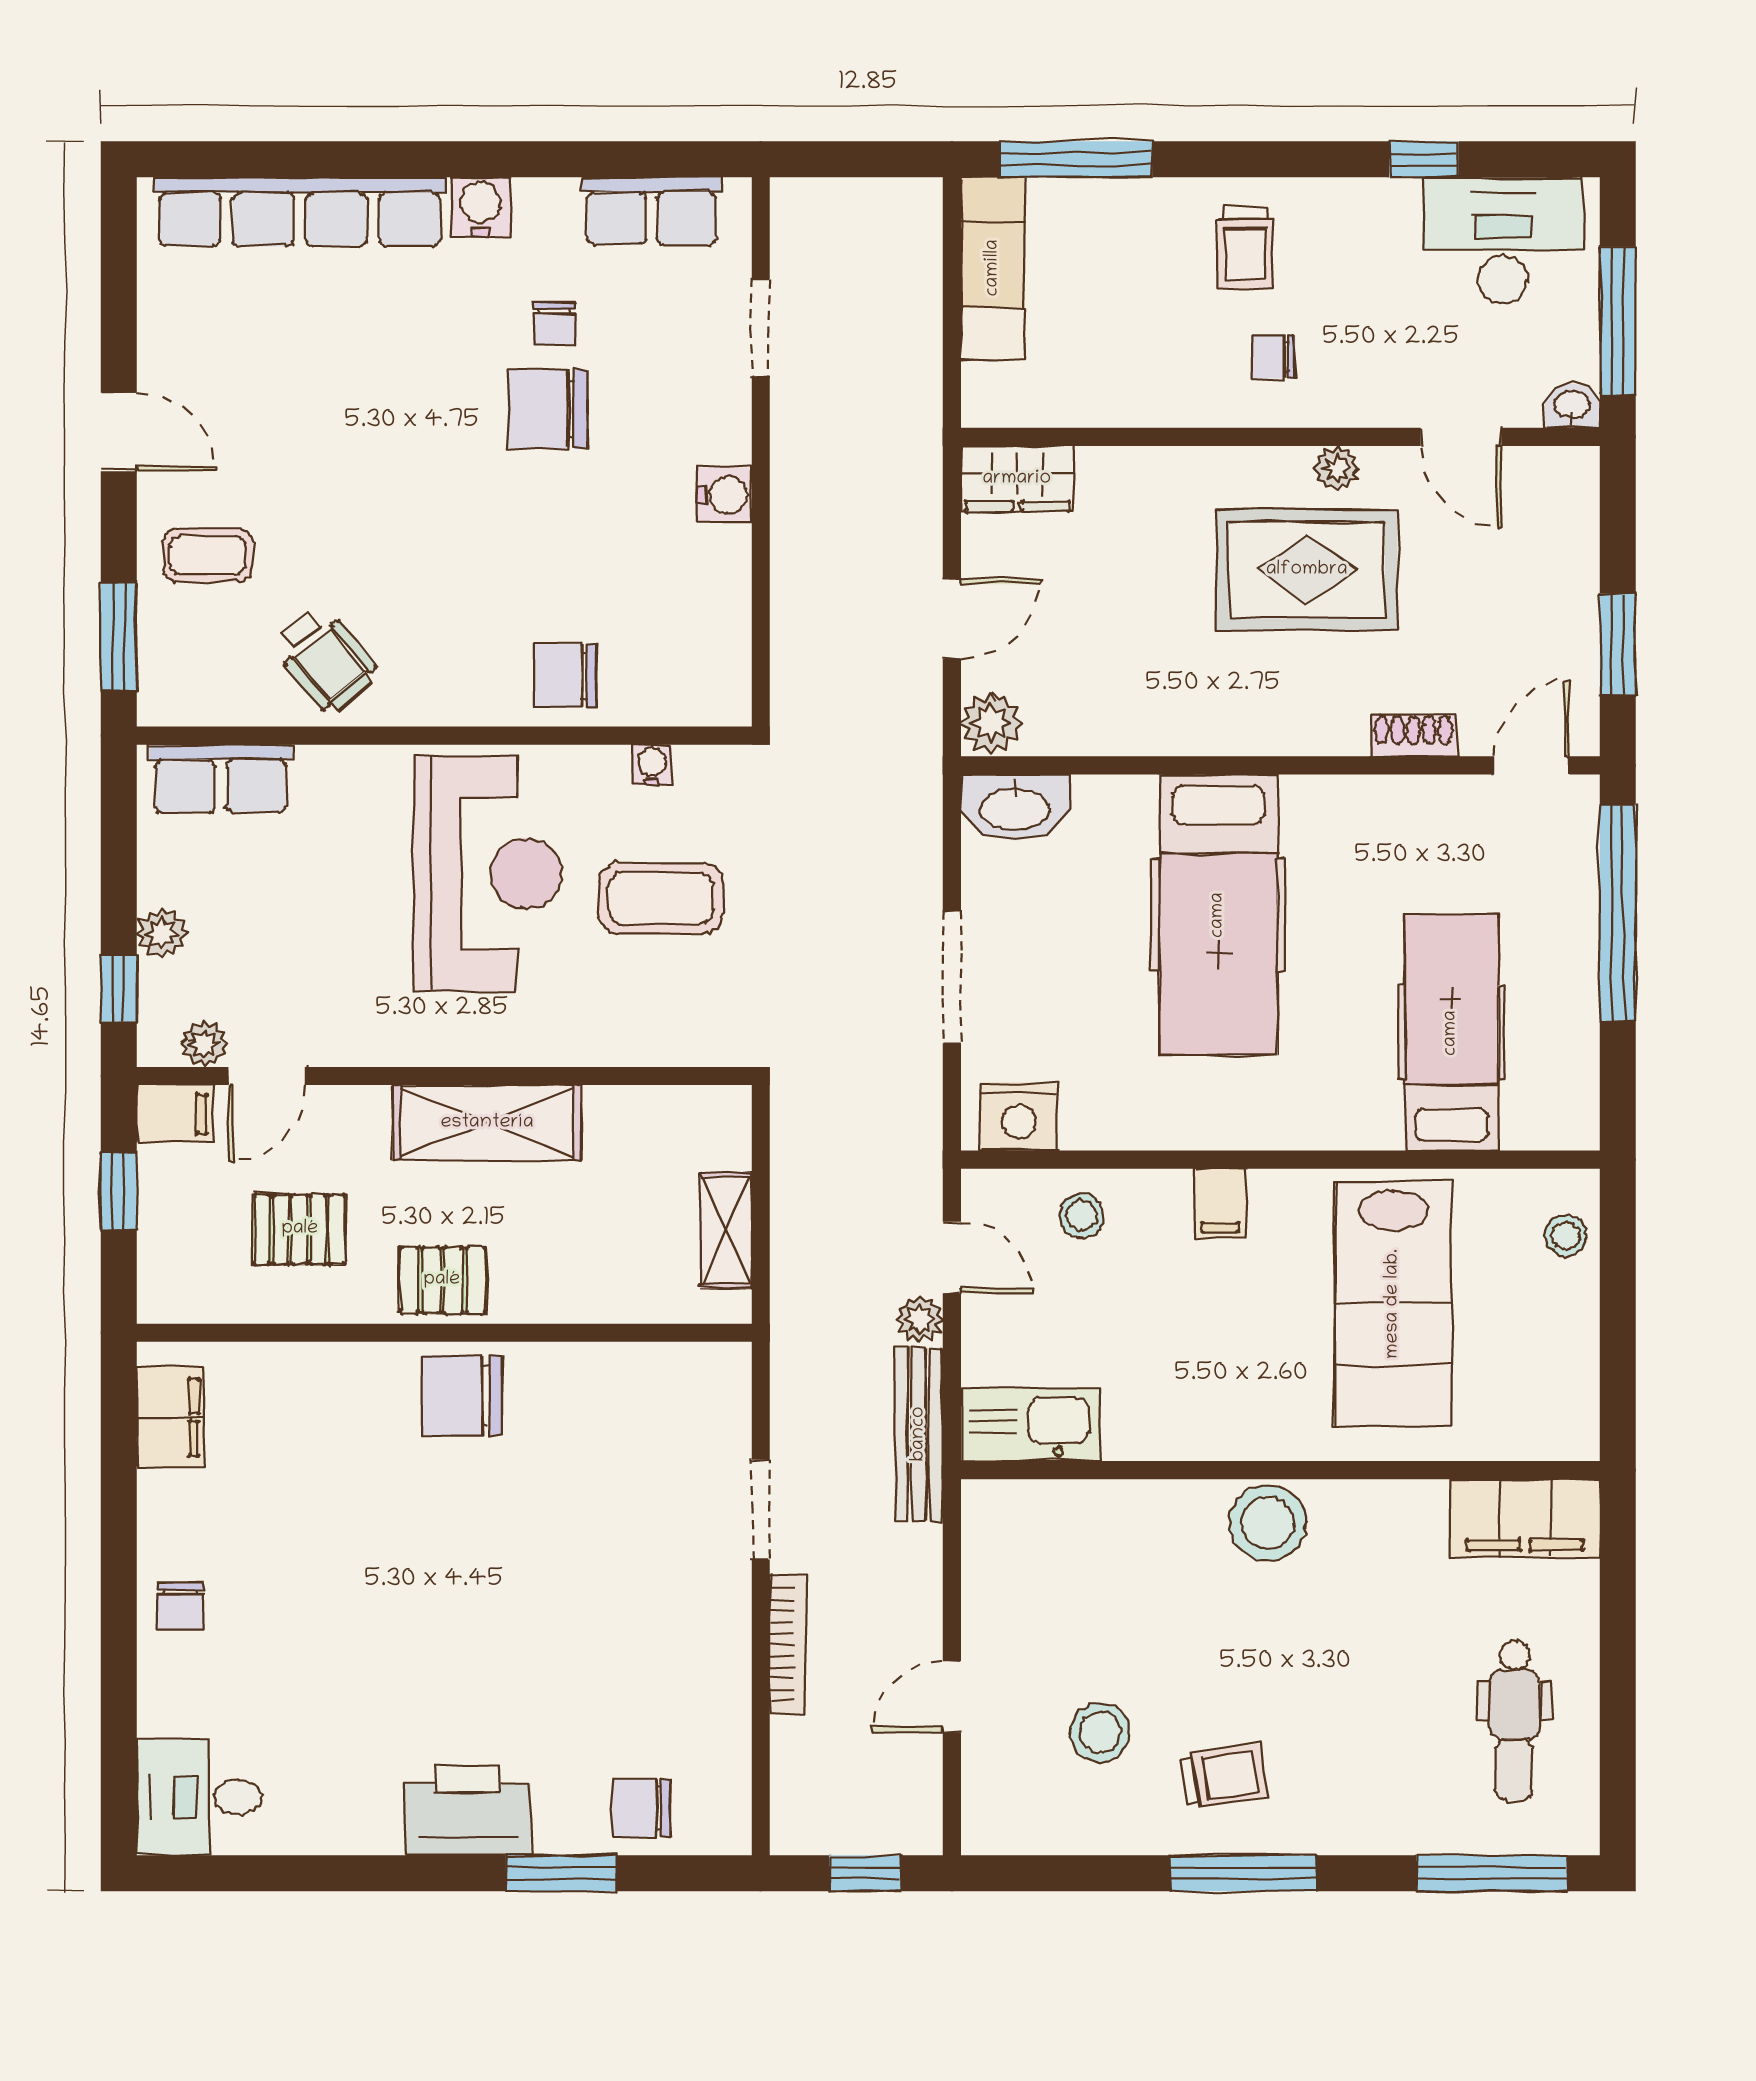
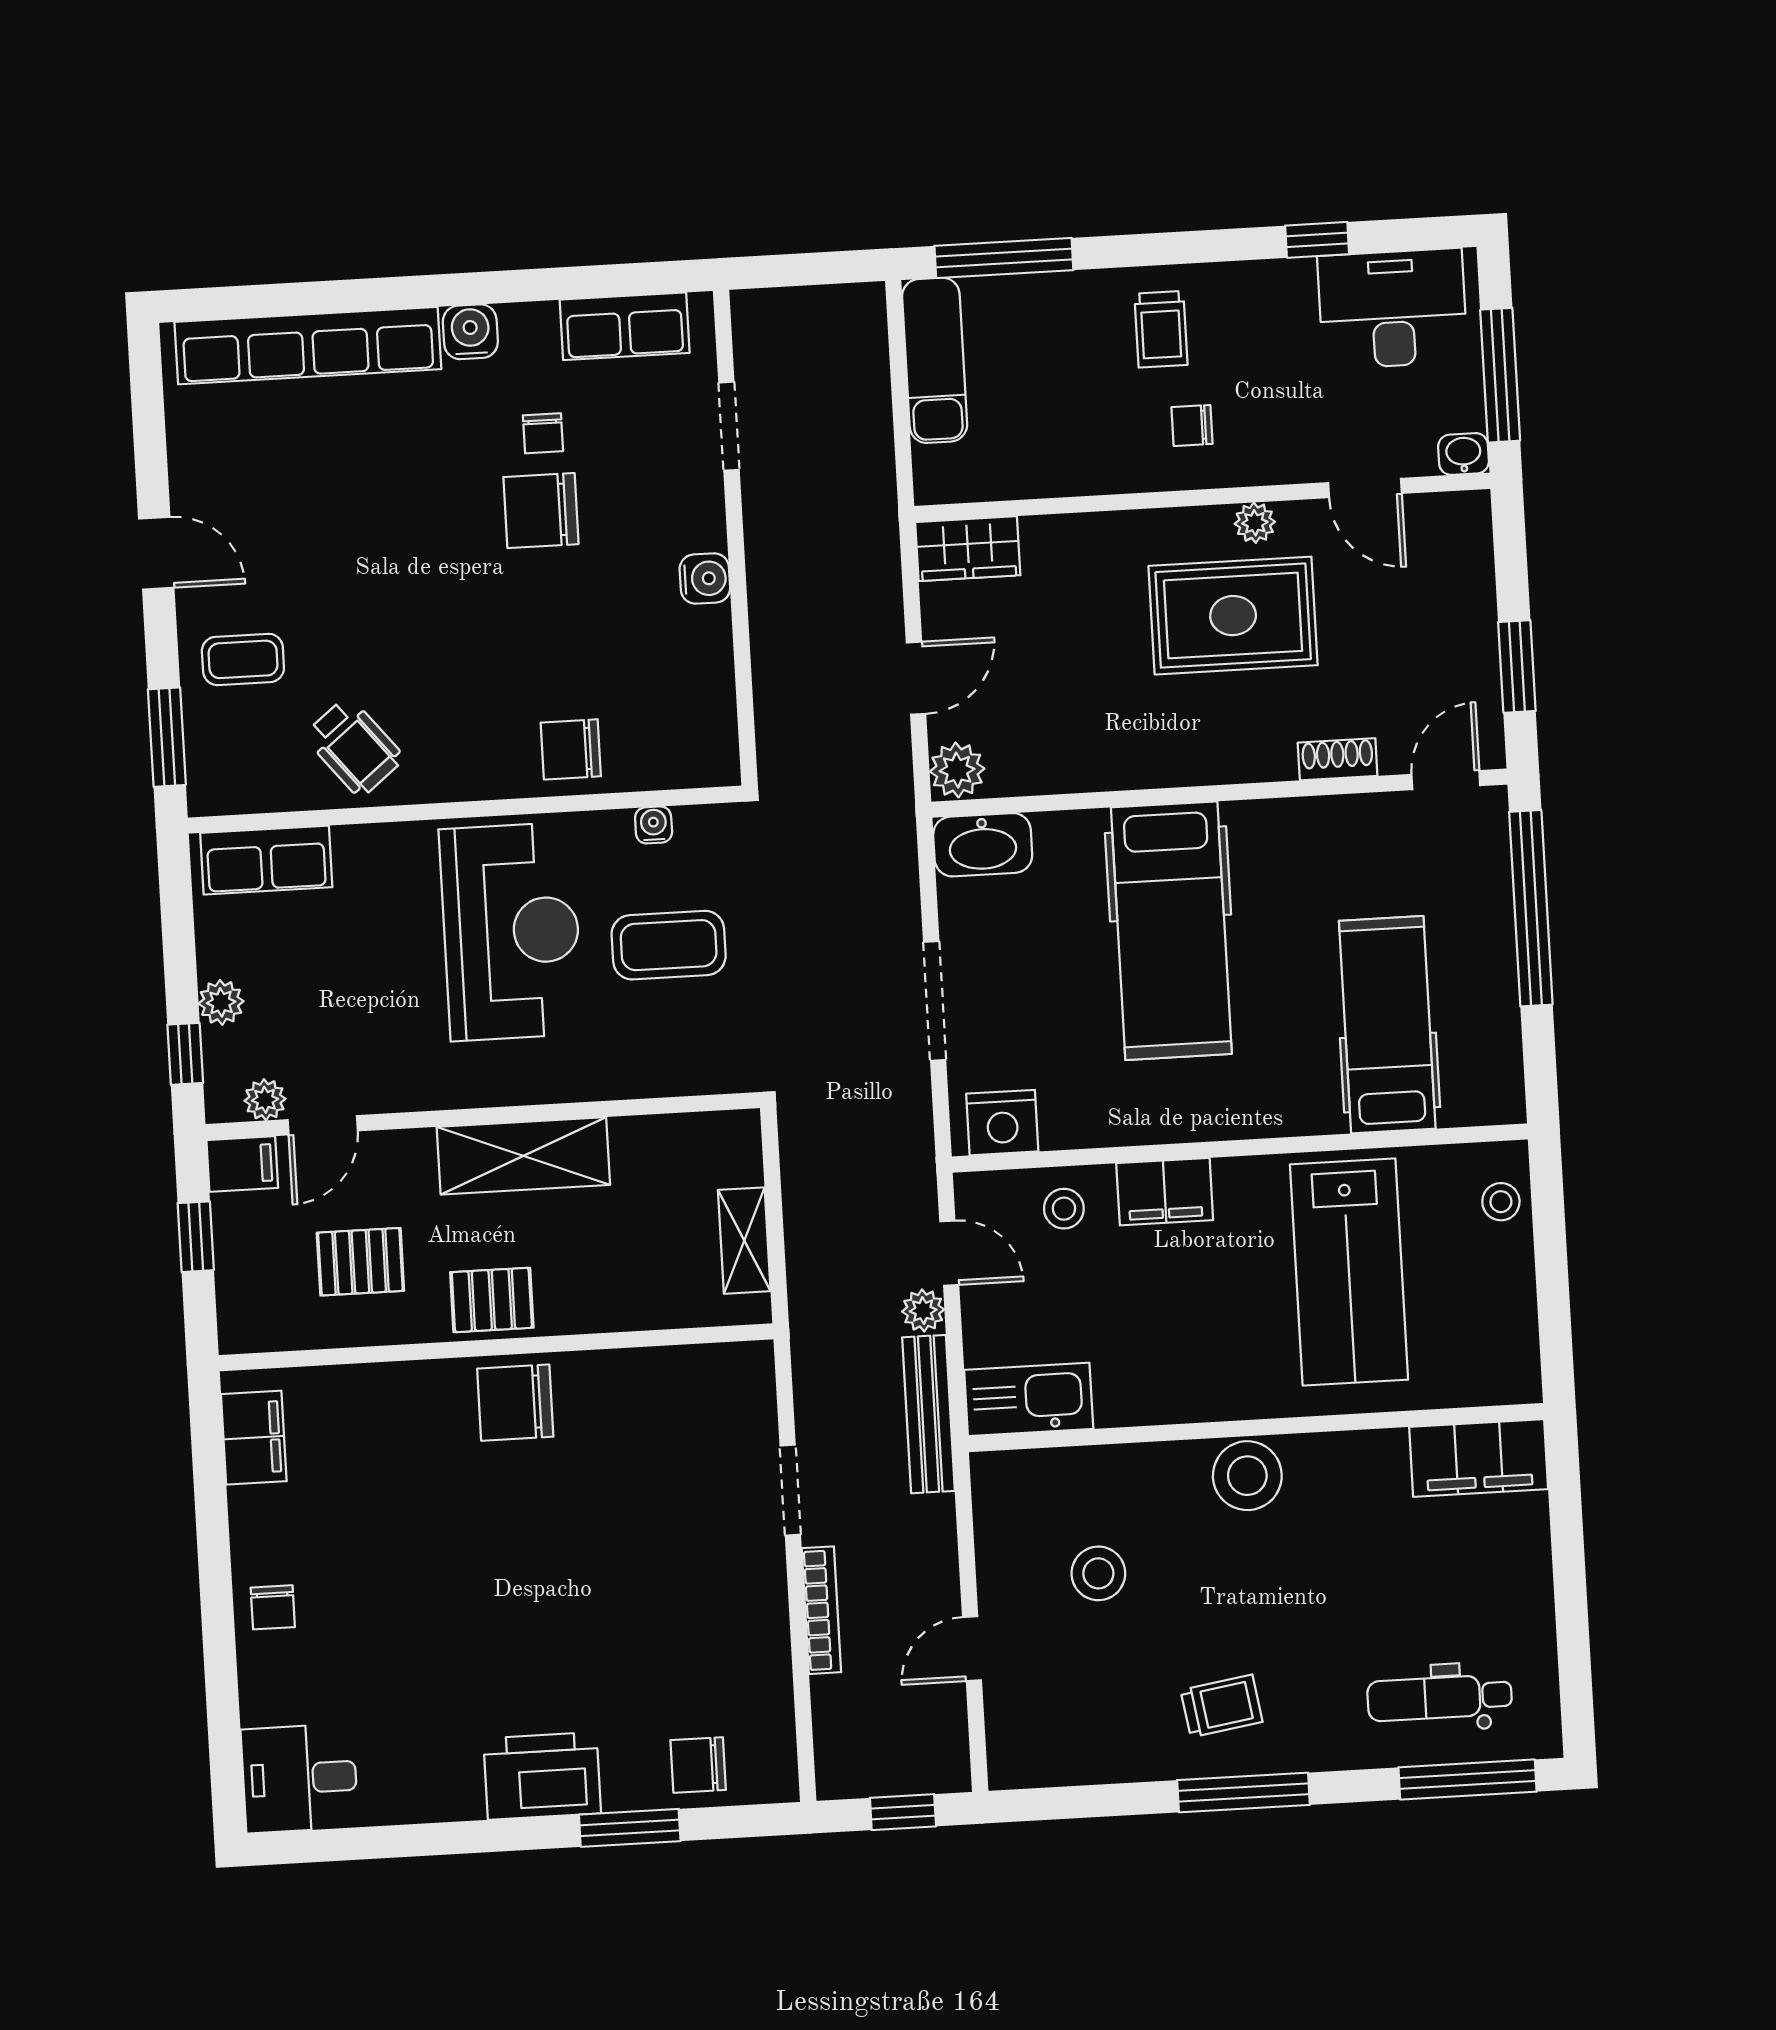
filing cabinet: (1220, 1203) -> (1165, 1192), width x2.00
dental chair: (1515, 1721) -> (1440, 1698), moved, turned 90
stool: (1100, 1732) -> (1098, 1573), moved

